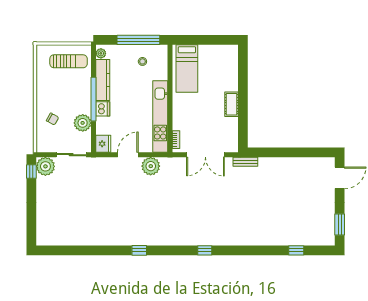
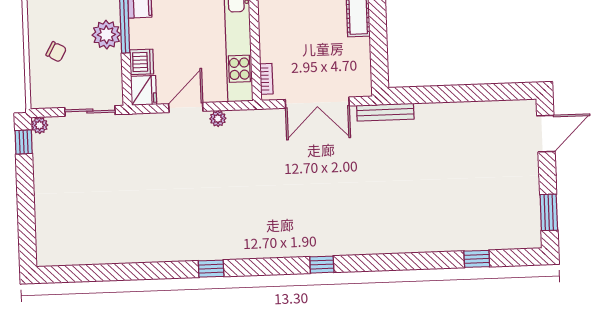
dishwasher: (103, 109) -> (142, 62), moved
plant: (83, 123) -> (106, 35), moved
bench: (245, 162) -> (385, 112), width x1.36
plant: (45, 166) -> (40, 125), width x0.53, depth x0.53
plant: (151, 166) -> (218, 119), width x0.53, depth x0.53

